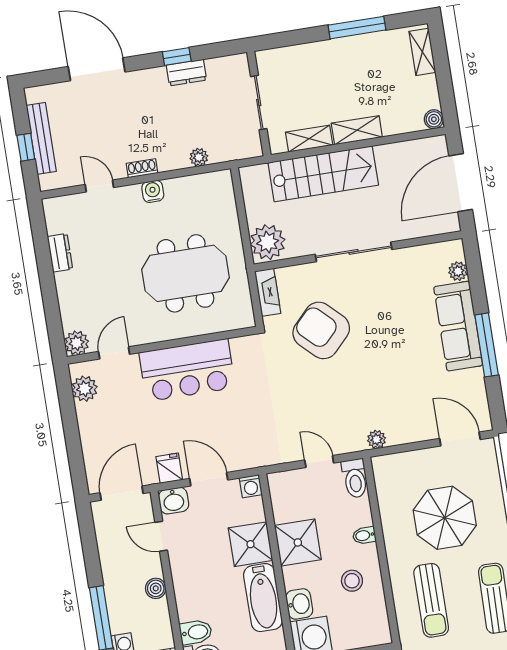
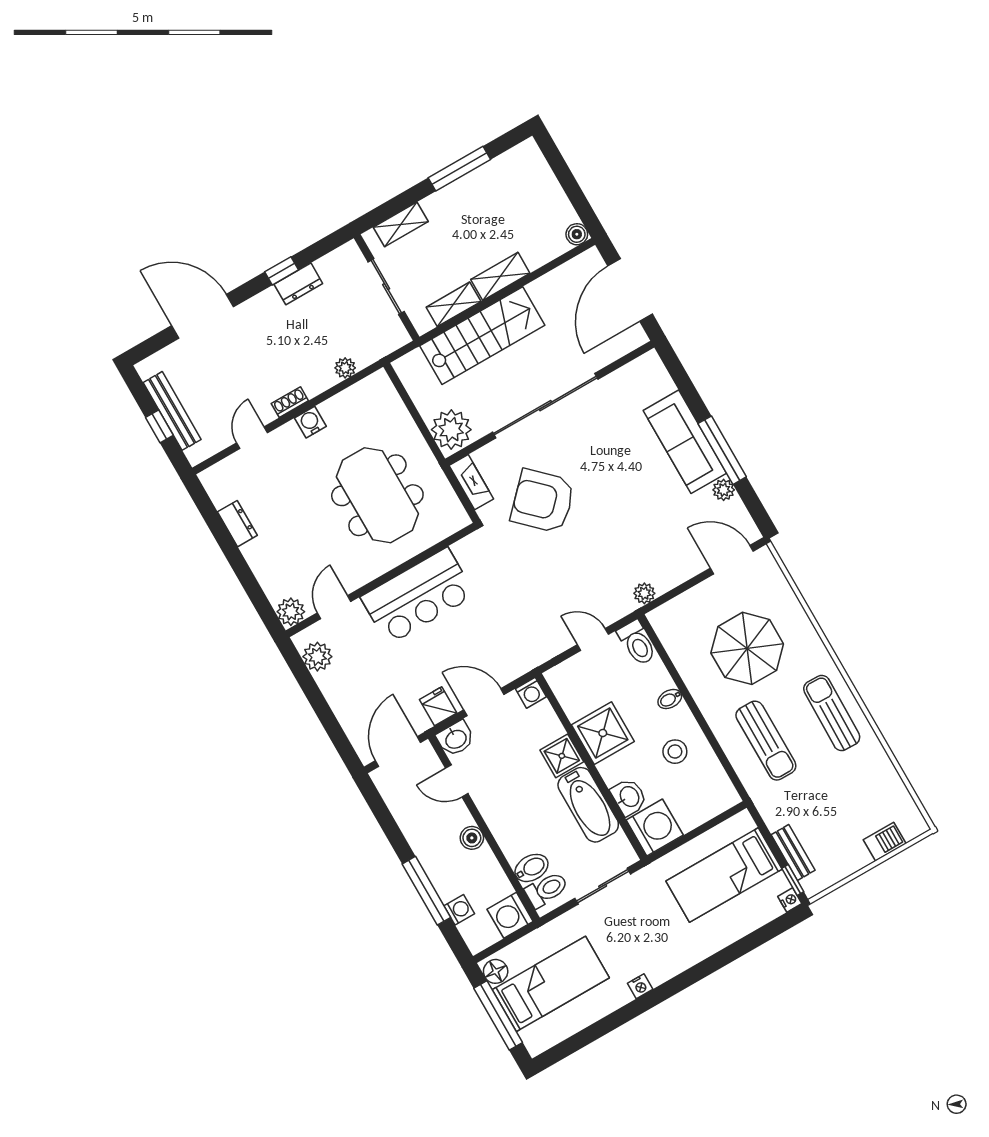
shelving: (422, 52) -> (401, 224), moved, turned 90
door: (99, 186) -> (252, 438), hinge flipped
sliding door: (354, 252) -> (545, 406), width x1.36
plant: (458, 271) -> (724, 490), moved
meeting table: (185, 273) -> (377, 495), turned 90
shower: (250, 544) -> (562, 756), width x0.73, depth x0.73

